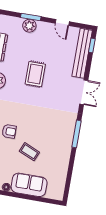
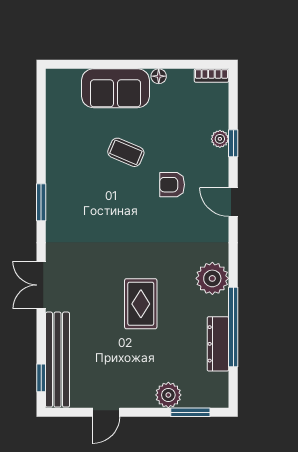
window: (31, 17) -> (190, 412), moved
door: (62, 22) -> (106, 412), swing flipped
window: (76, 134) -> (41, 202), width x0.69

